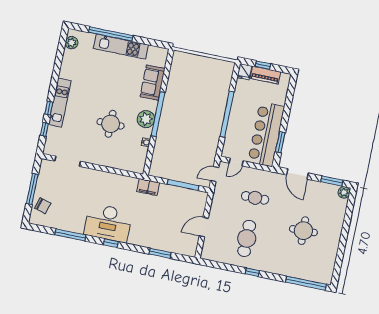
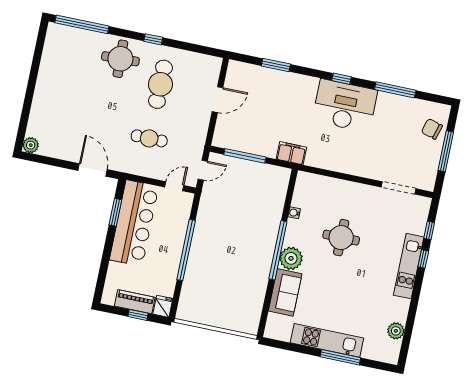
window: (111, 34) -> (340, 357), width x0.68
plant: (72, 43) -> (396, 331), moved
plant: (146, 119) -> (291, 258), moved
window: (332, 181) -> (47, 160), removed
round table: (303, 231) -> (120, 59), moved

